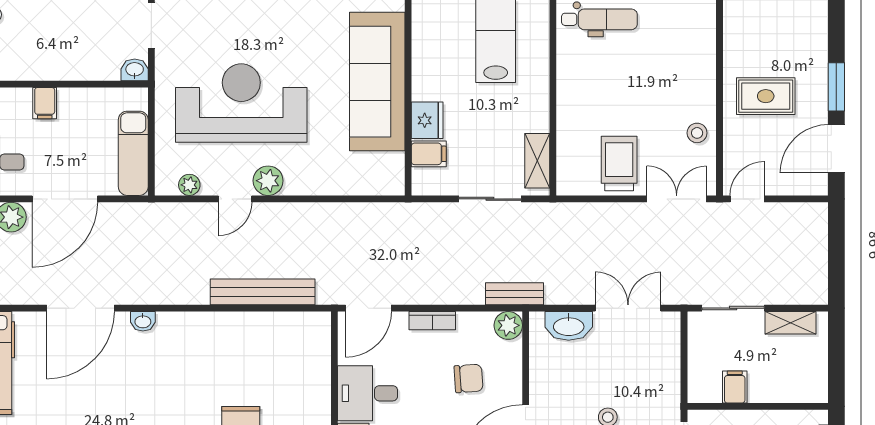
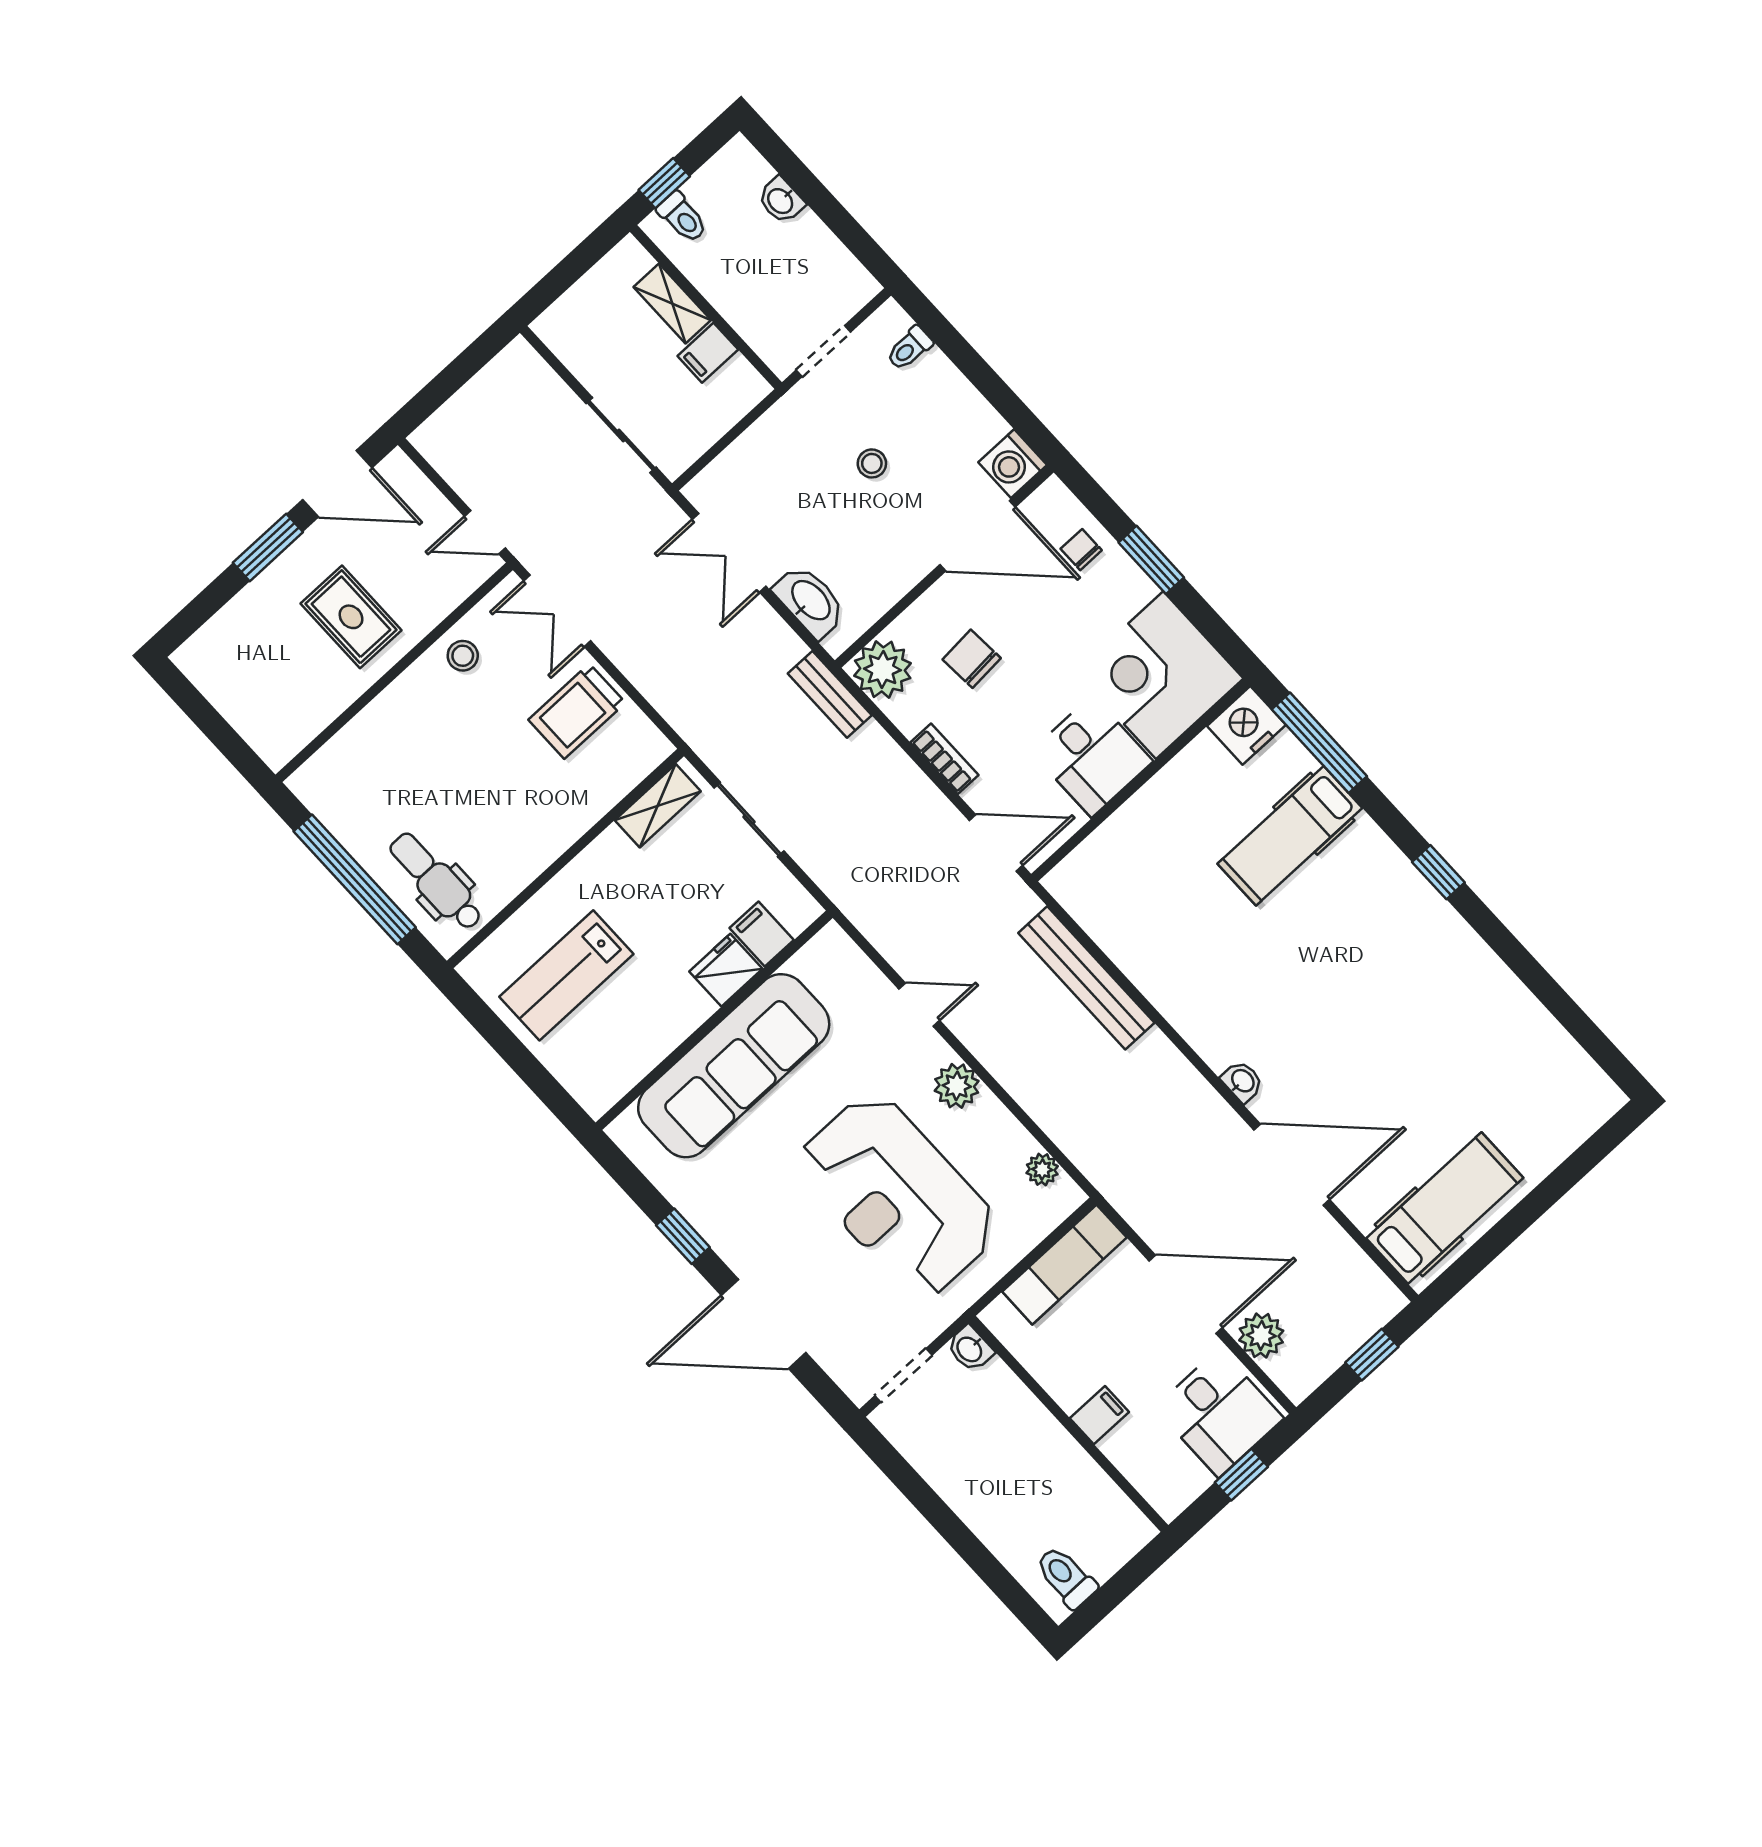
door: (235, 199) -> (919, 1005), moved
shelving: (790, 323) -> (672, 304), moved
plant: (508, 325) -> (883, 669), width x1.36, depth x1.36

